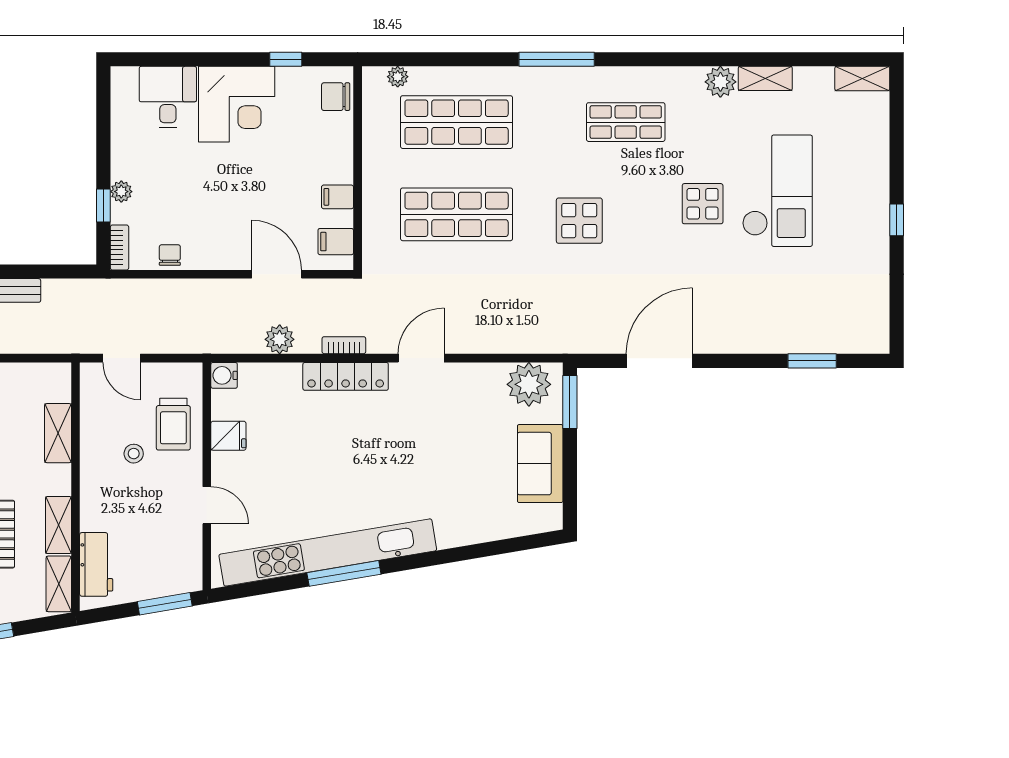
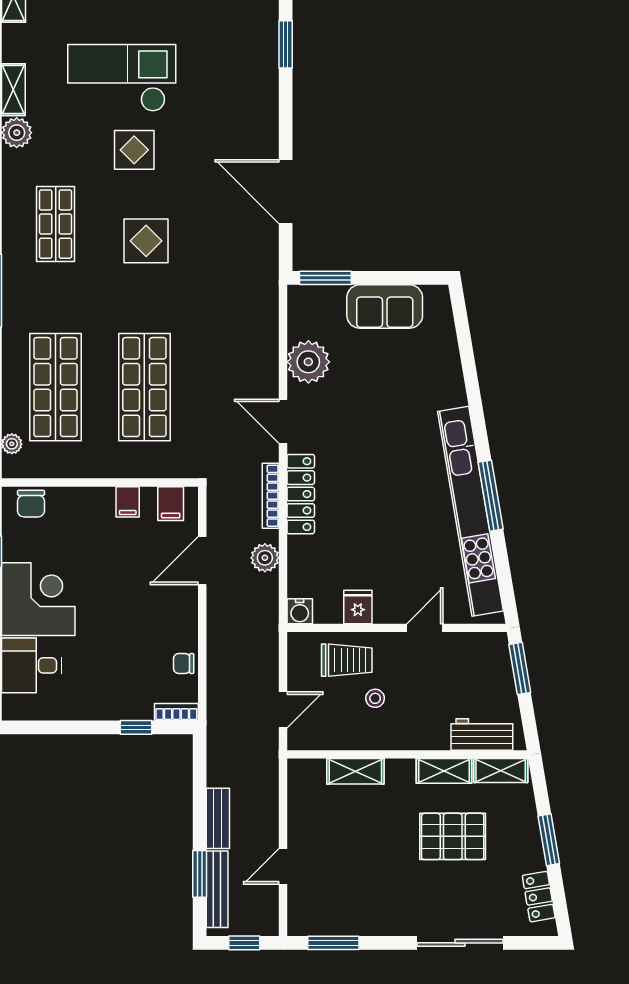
plant: (121, 192) -> (122, 710), removed
display table: (579, 221) -> (146, 241), moved
bookcase: (344, 345) -> (271, 496), width x1.56
plant: (529, 384) -> (308, 362), moved

